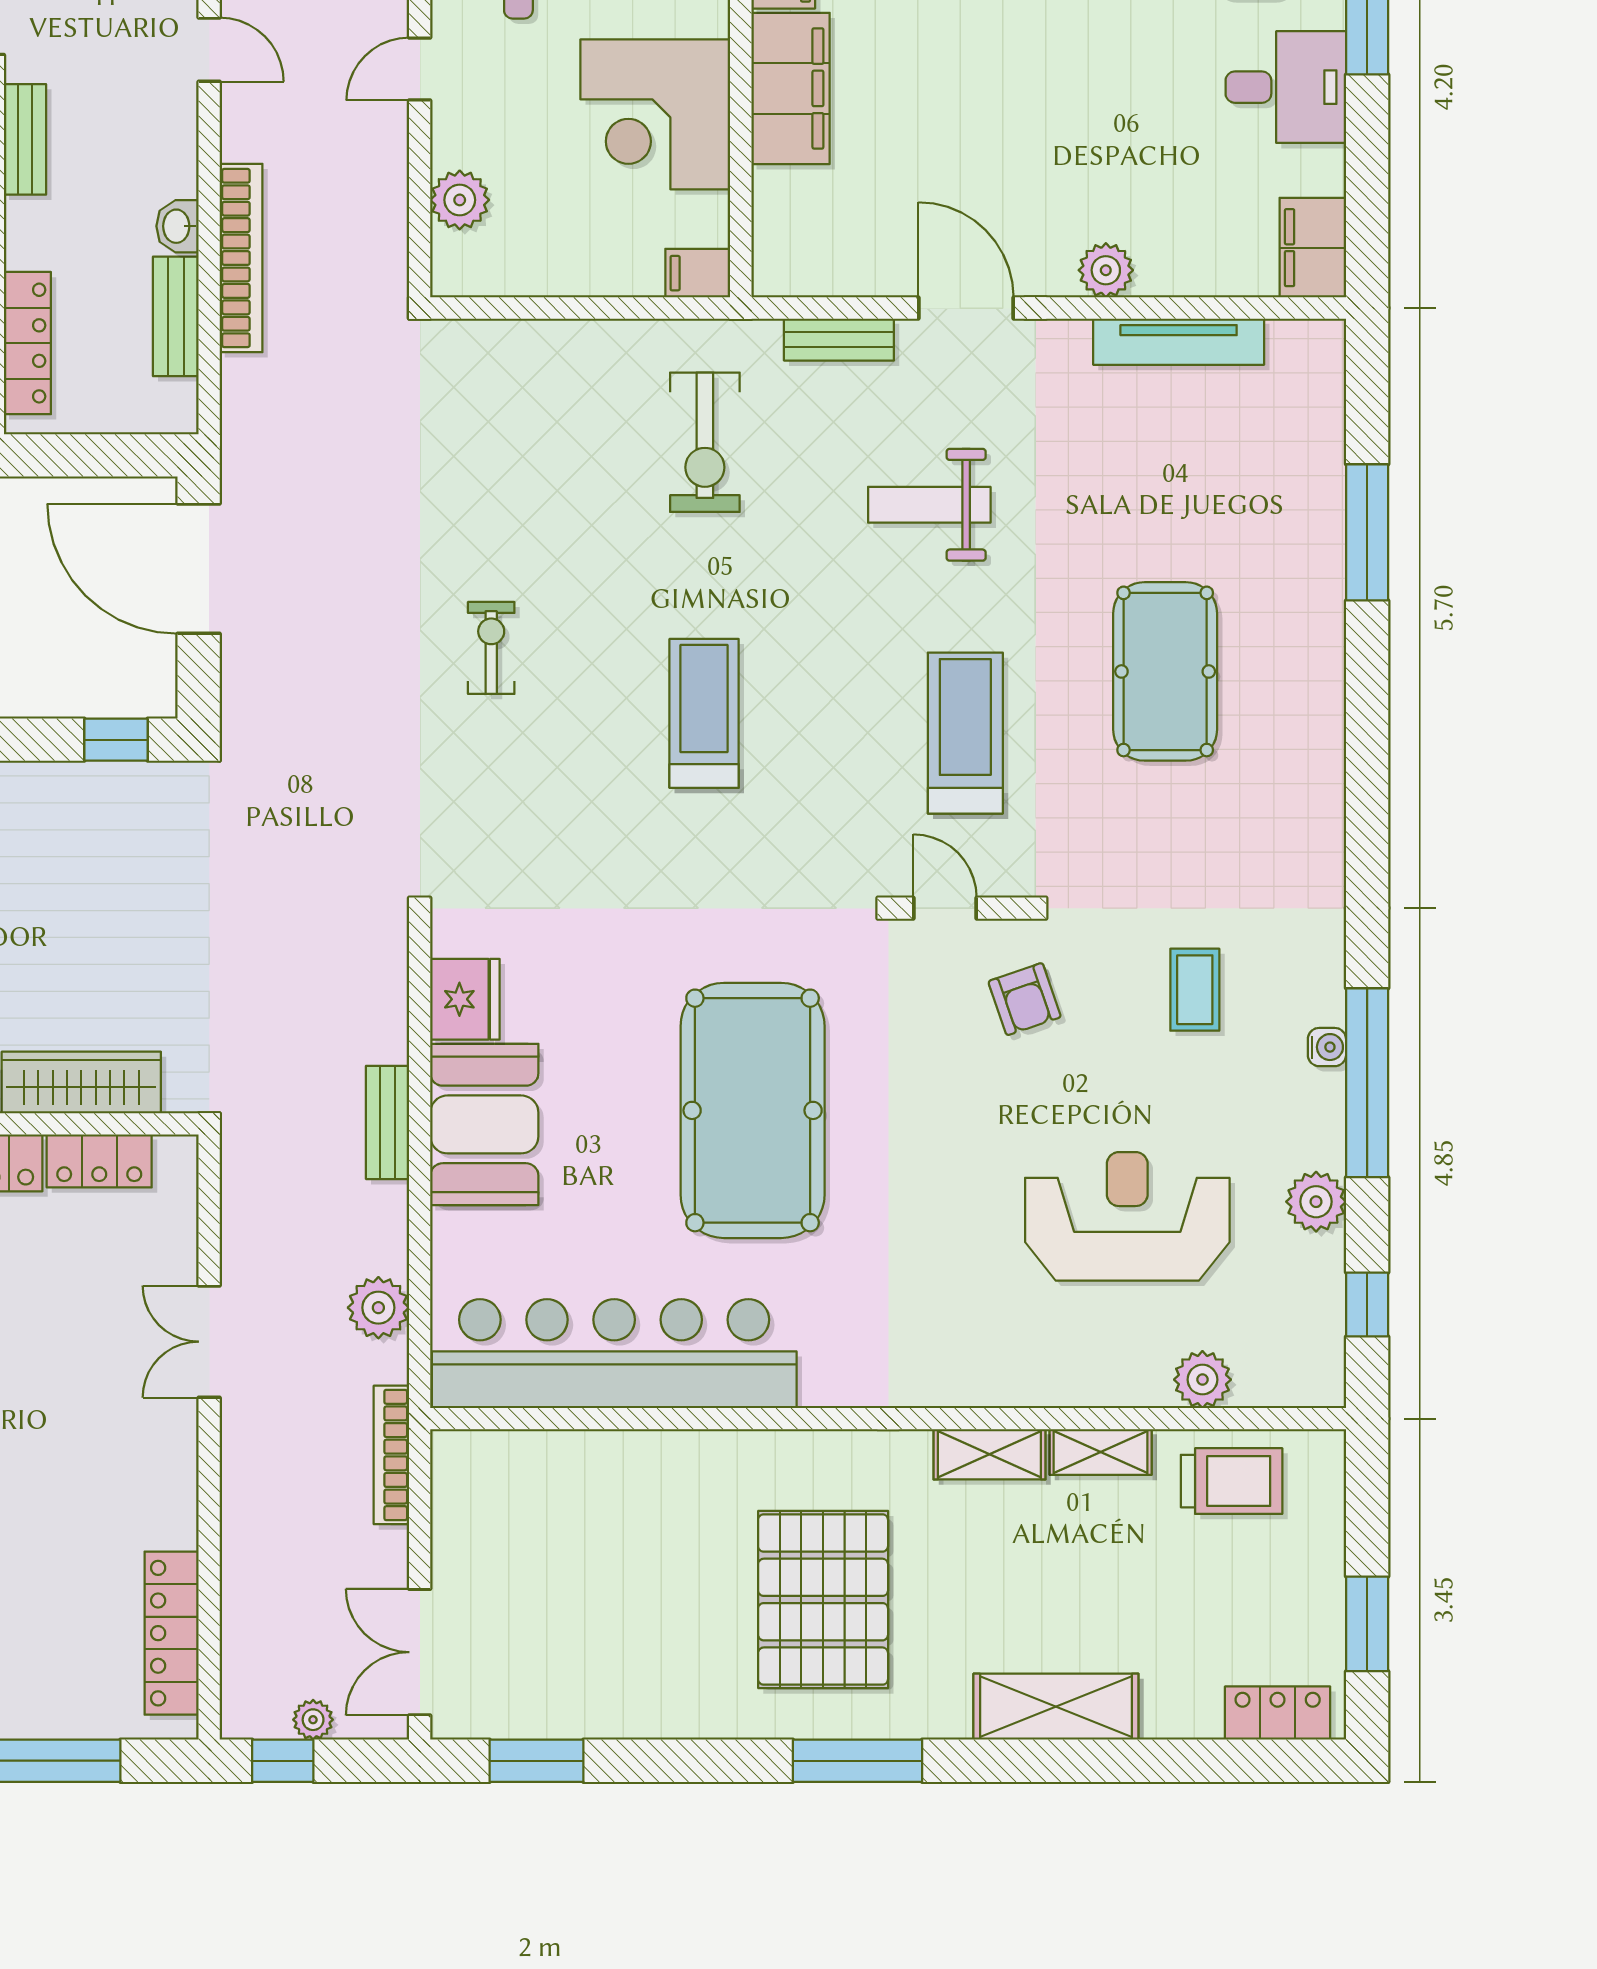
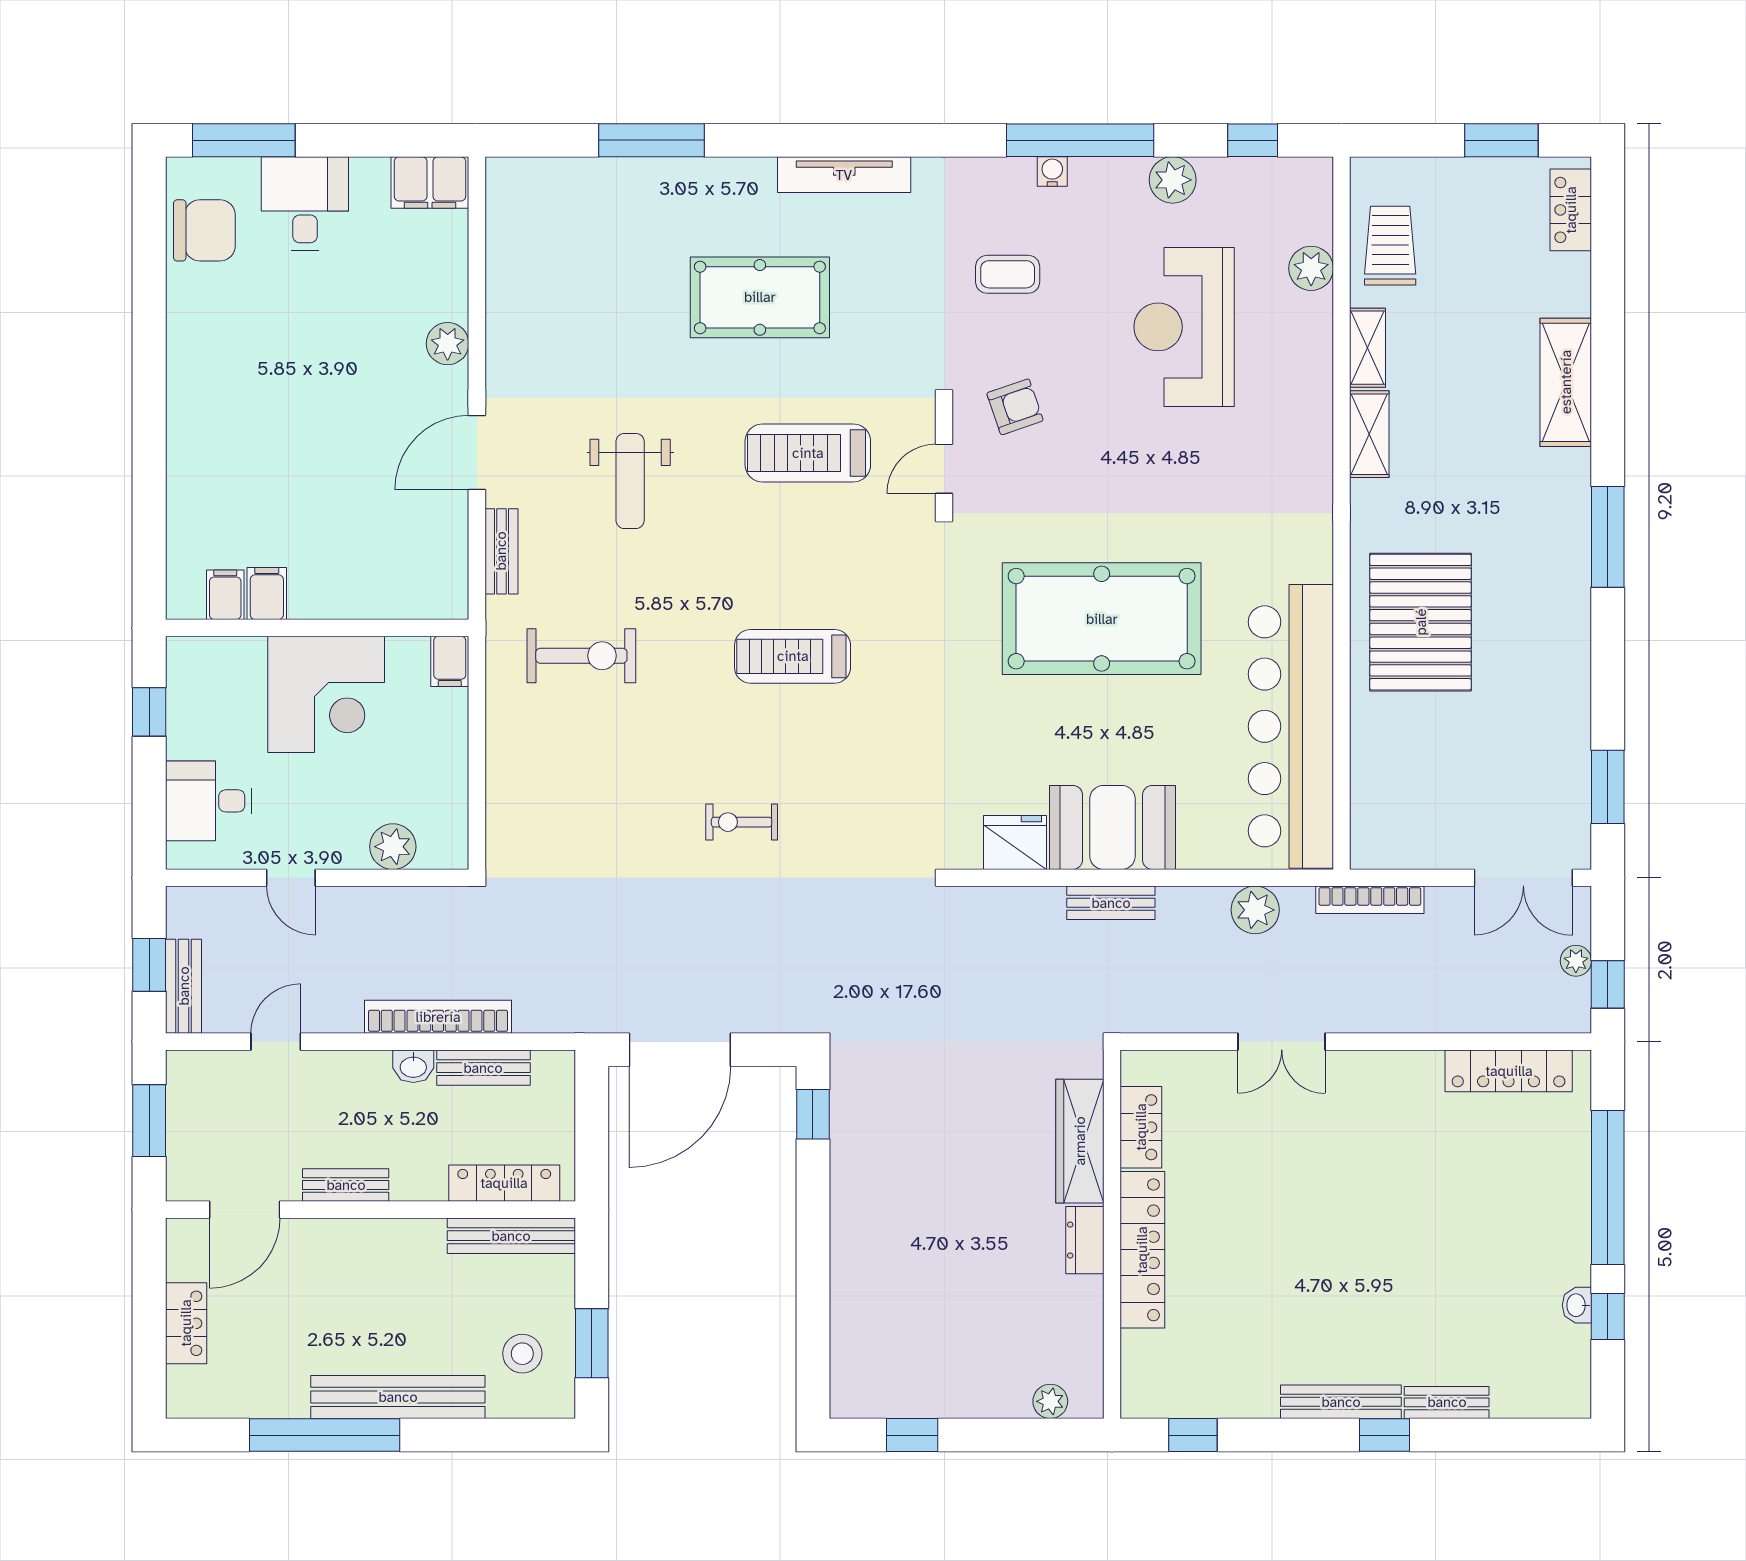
filing cabinet: (790, 88) -> (267, 593), width x0.33, depth x0.86
tv unit: (1179, 342) -> (844, 175), moved, turned 90
pallet: (823, 1600) -> (1421, 622), moved, turned 90

